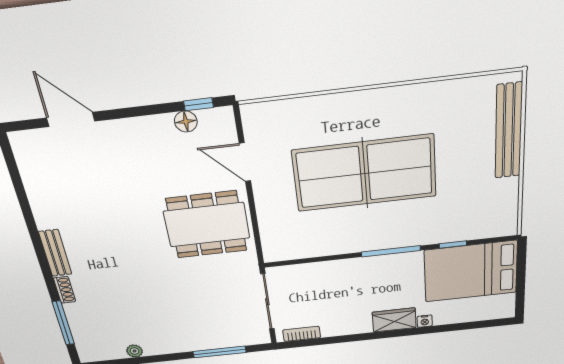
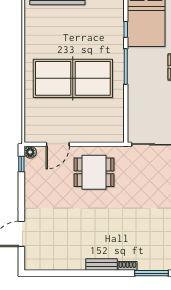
floor lamp: (186, 122) -> (30, 152), moved
table tennis table: (365, 173) -> (73, 78), turned 90
dining table: (207, 225) -> (94, 172), width x0.73

